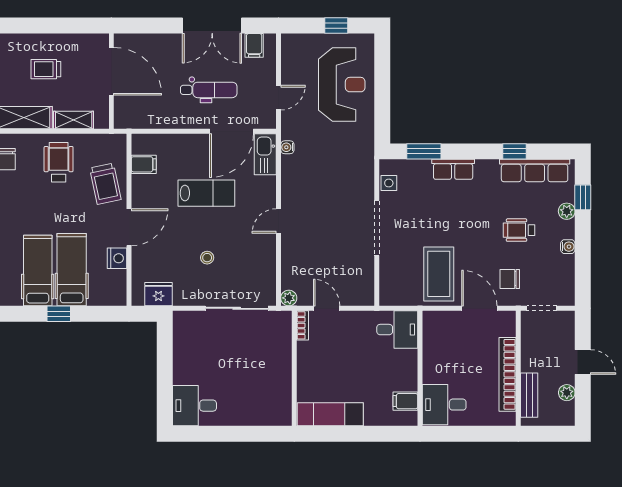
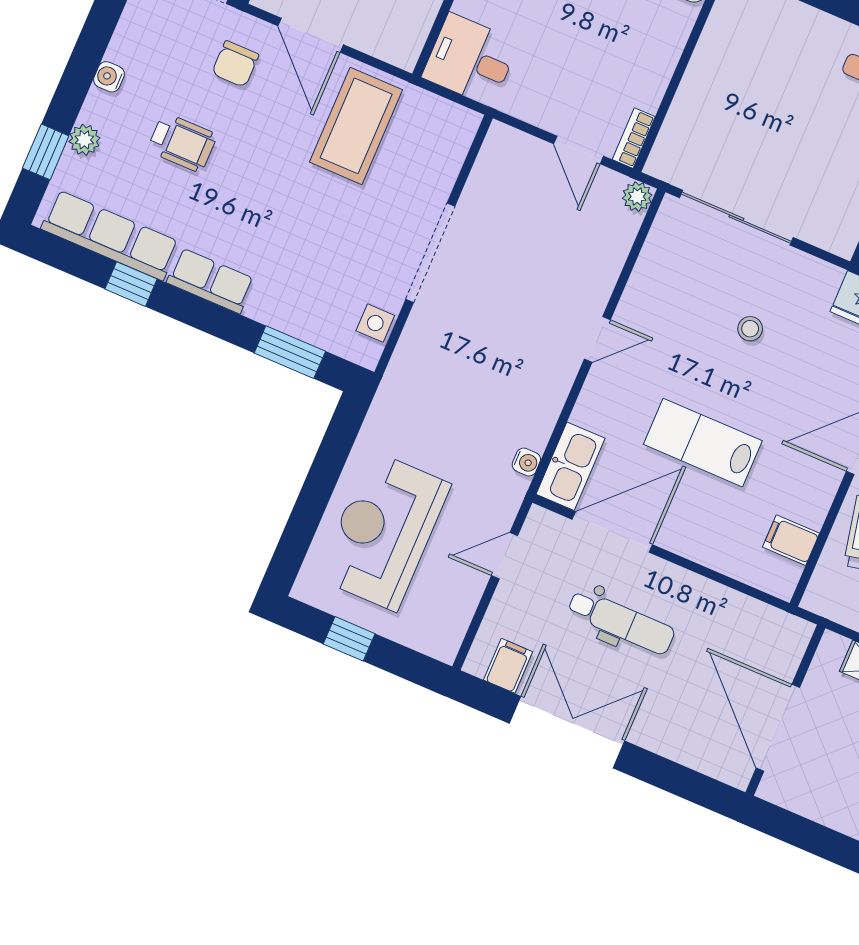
dental chair: (209, 90) -> (621, 622), turned 180
row of seats: (453, 169) -> (211, 281), moved
chair: (510, 279) -> (235, 64), turned 90

